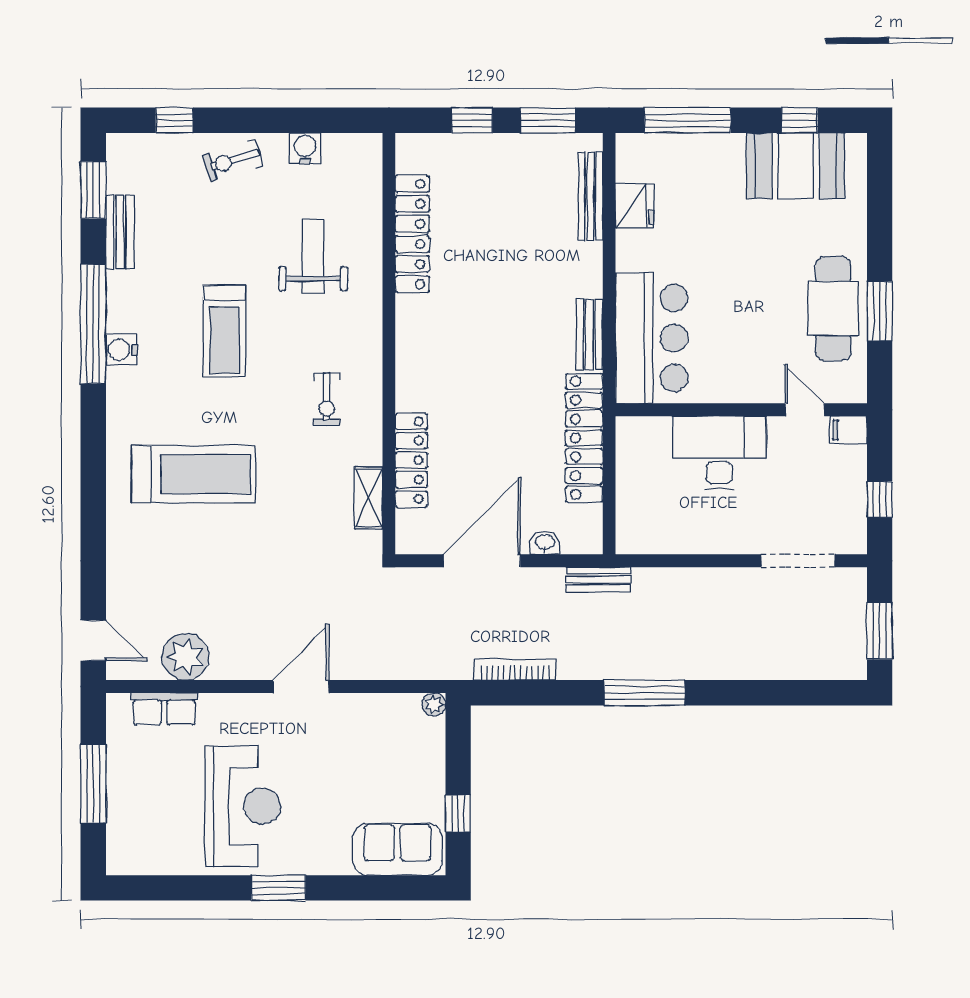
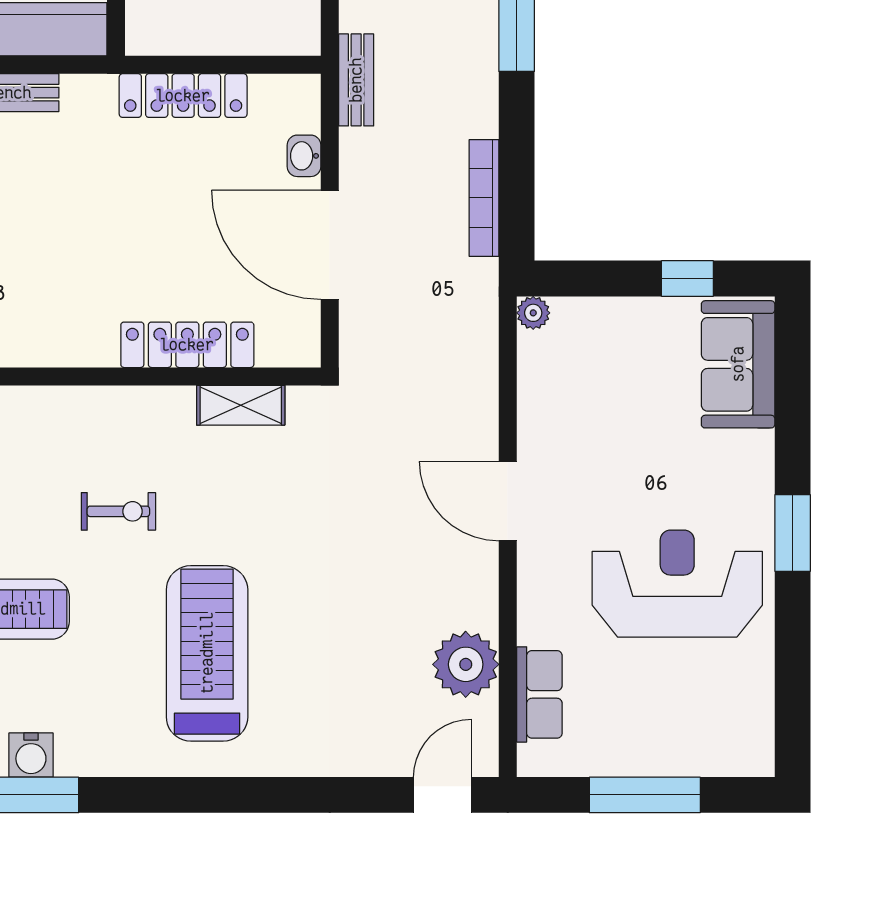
exercise bike: (327, 399) -> (118, 511), moved
locker: (584, 438) -> (183, 96), width x0.71, depth x0.83

